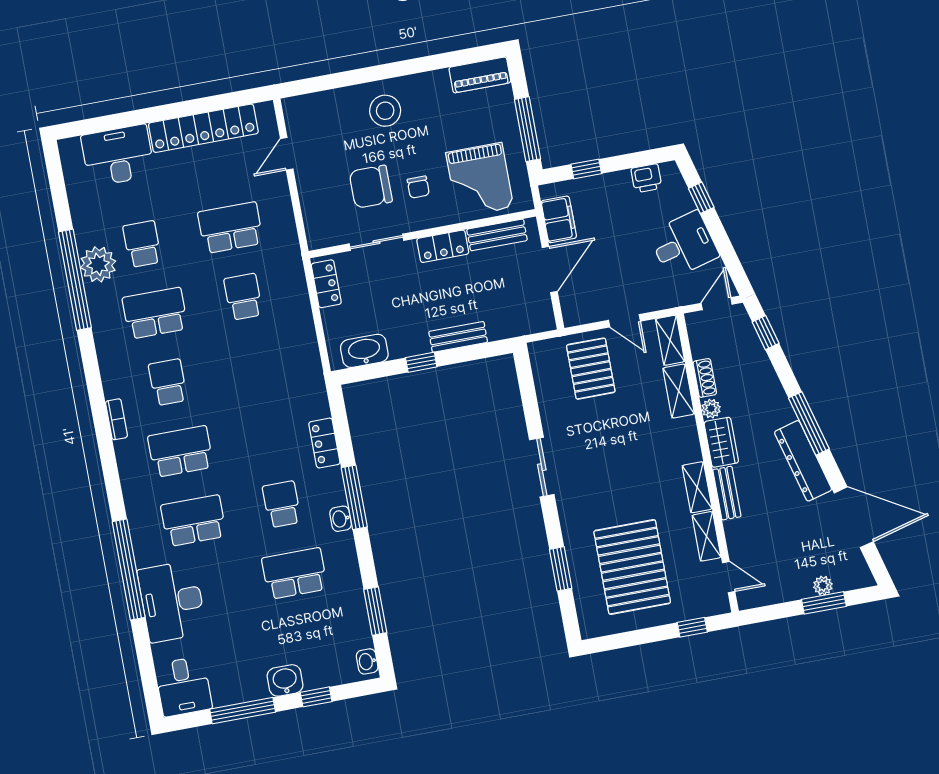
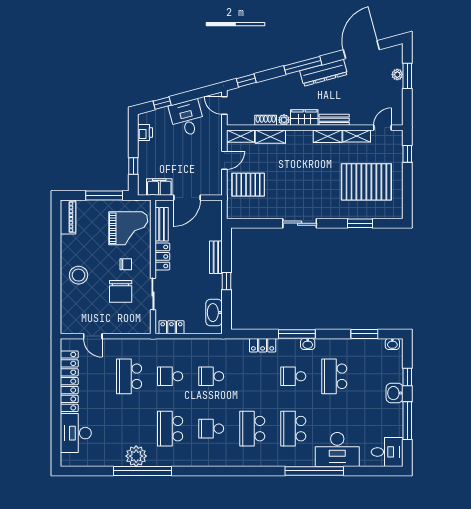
school desk: (142, 244) -> (211, 376), moved
door: (550, 270) -> (187, 198), swing flipped
bookcase: (116, 419) -> (227, 462), removed

